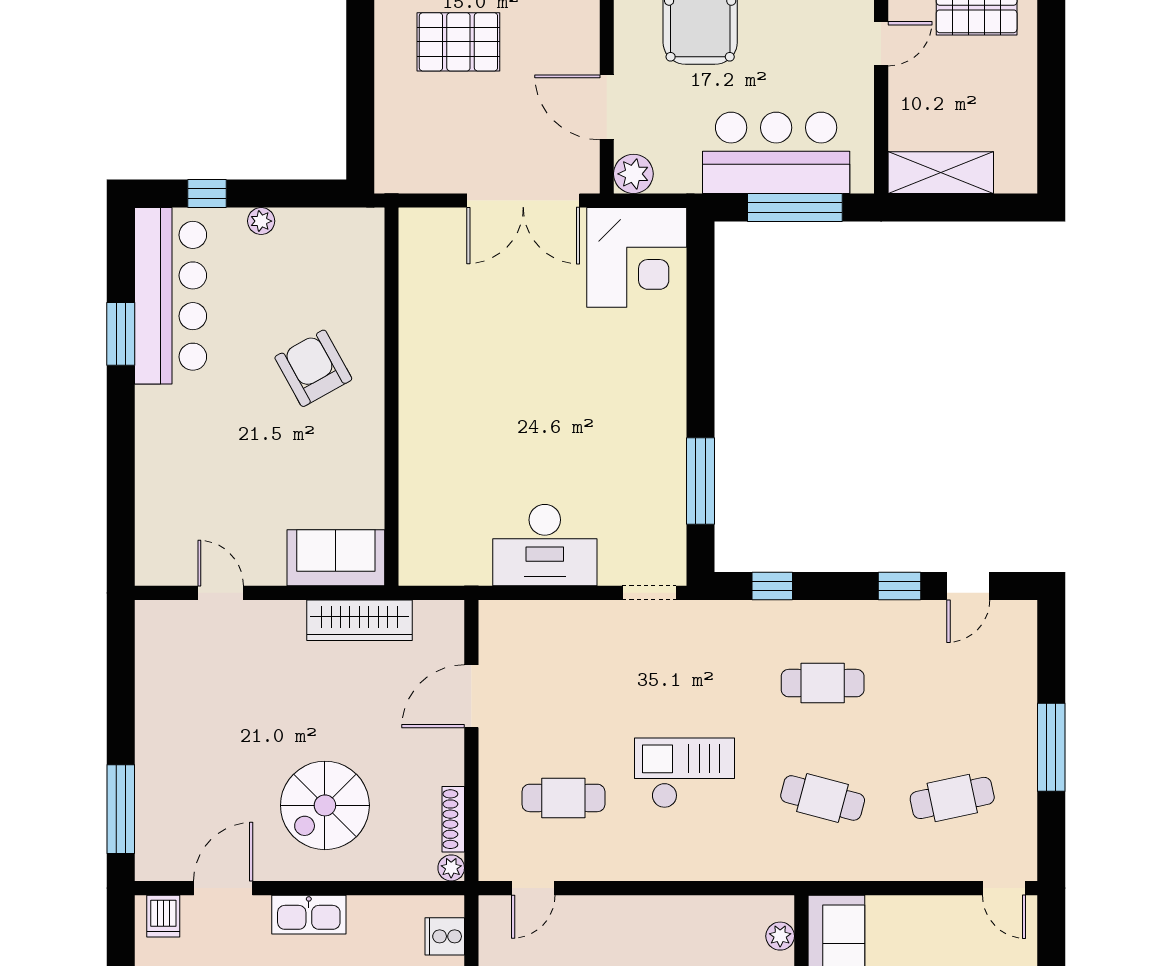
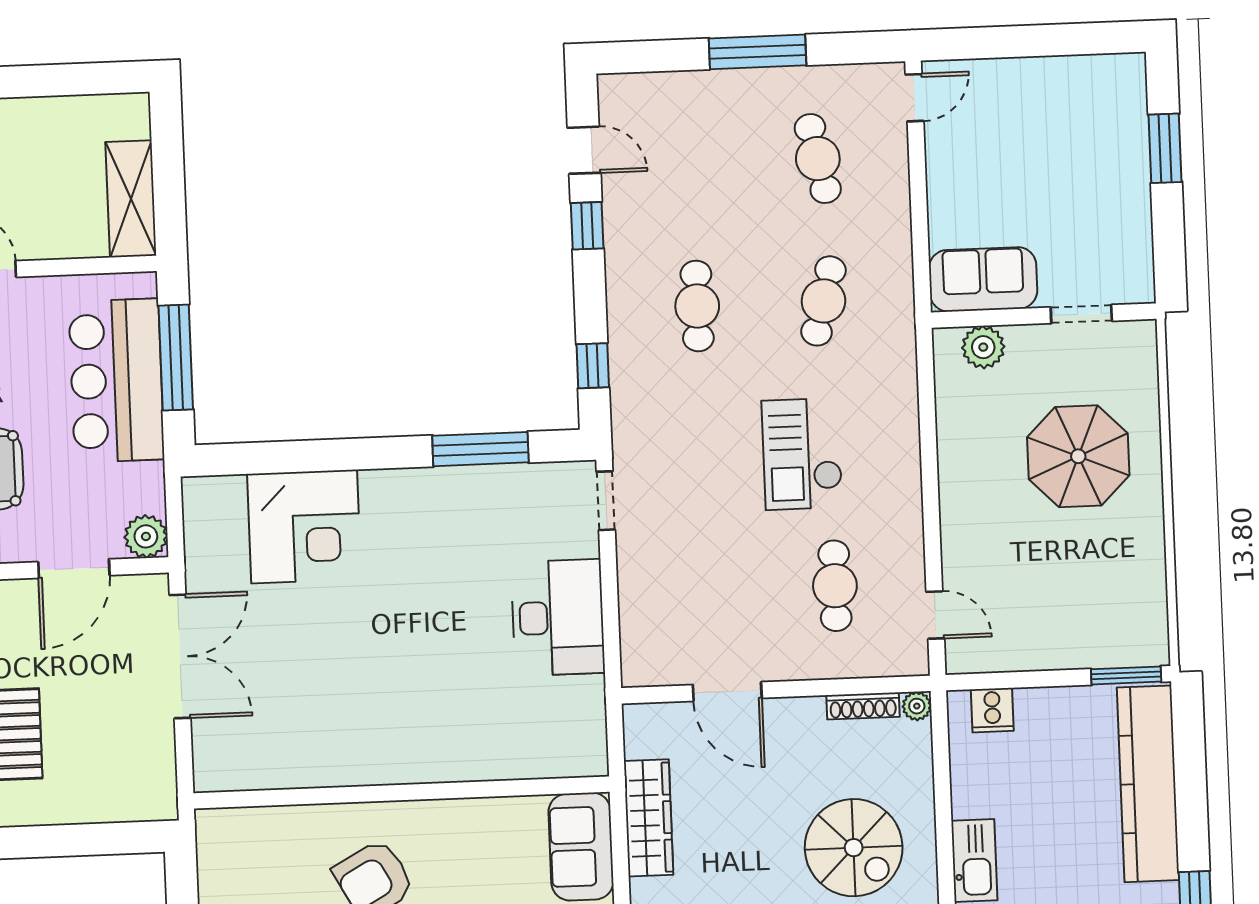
corner desk: (637, 257) -> (304, 526), moved, turned 90
plant: (780, 936) -> (983, 347), width x1.38, depth x1.38

